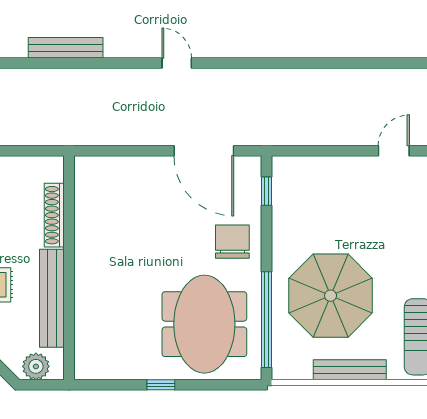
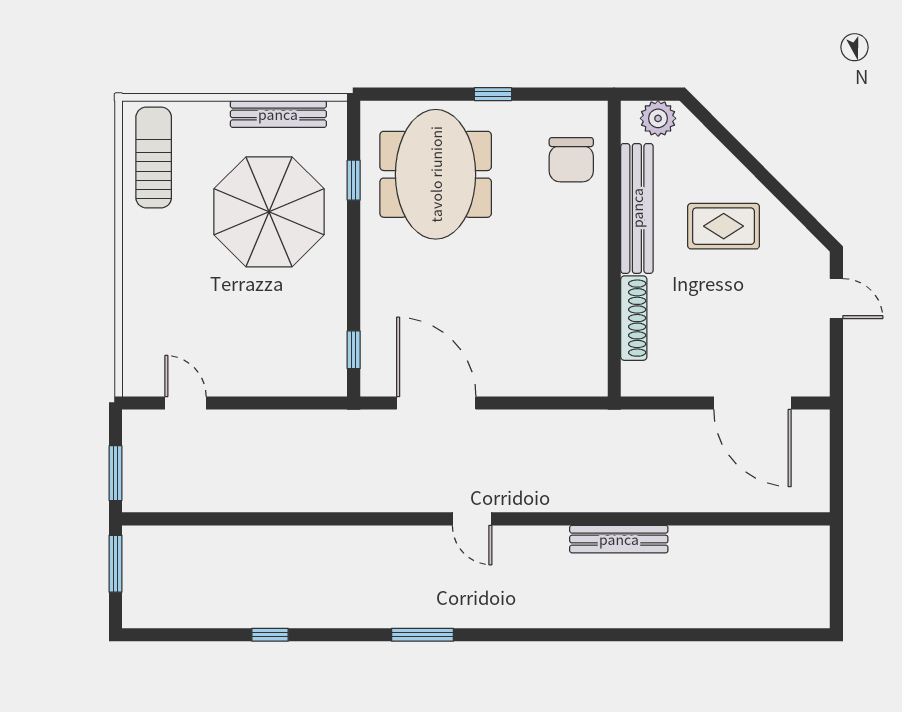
door: (394, 151) -> (186, 403), swing flipped
chair: (232, 242) -> (571, 160), moved
window: (266, 320) -> (354, 180), width x0.32
bench: (350, 370) -> (278, 114), moved

